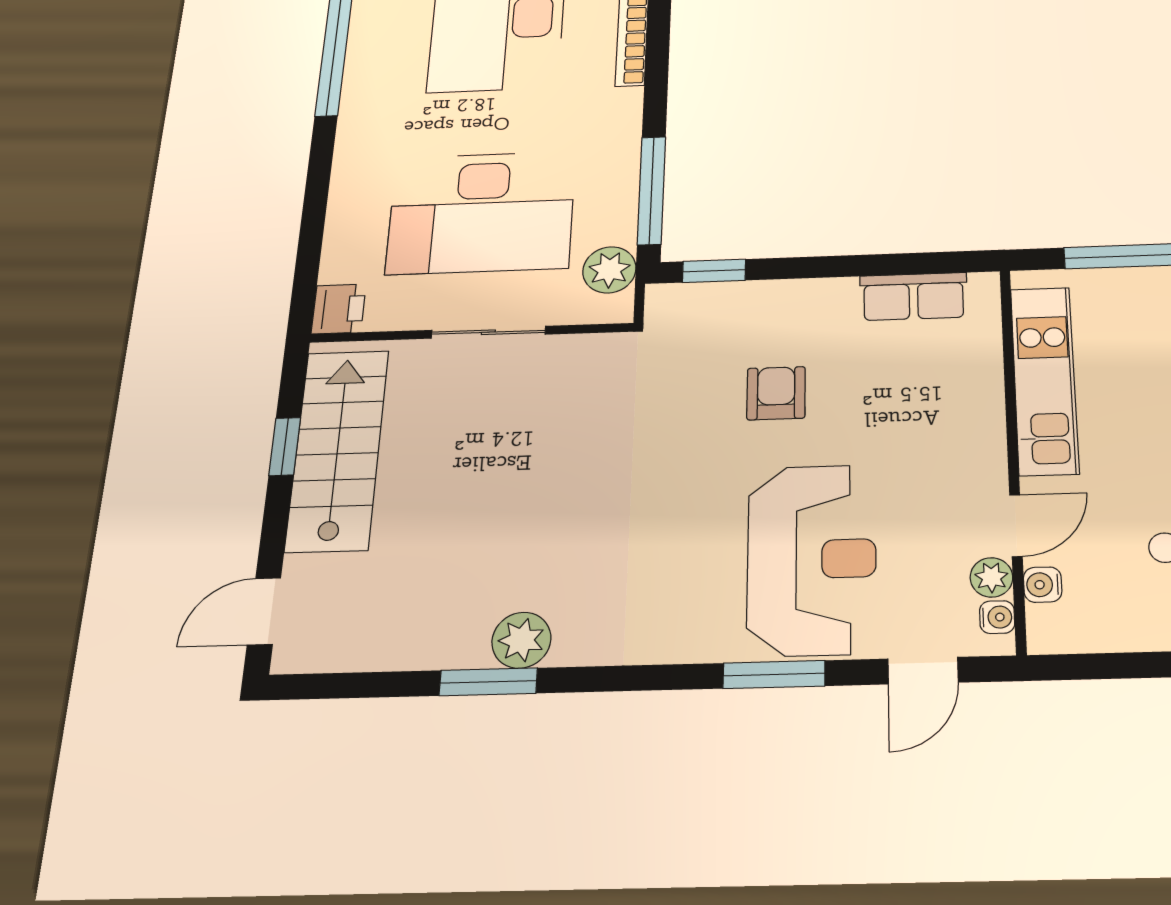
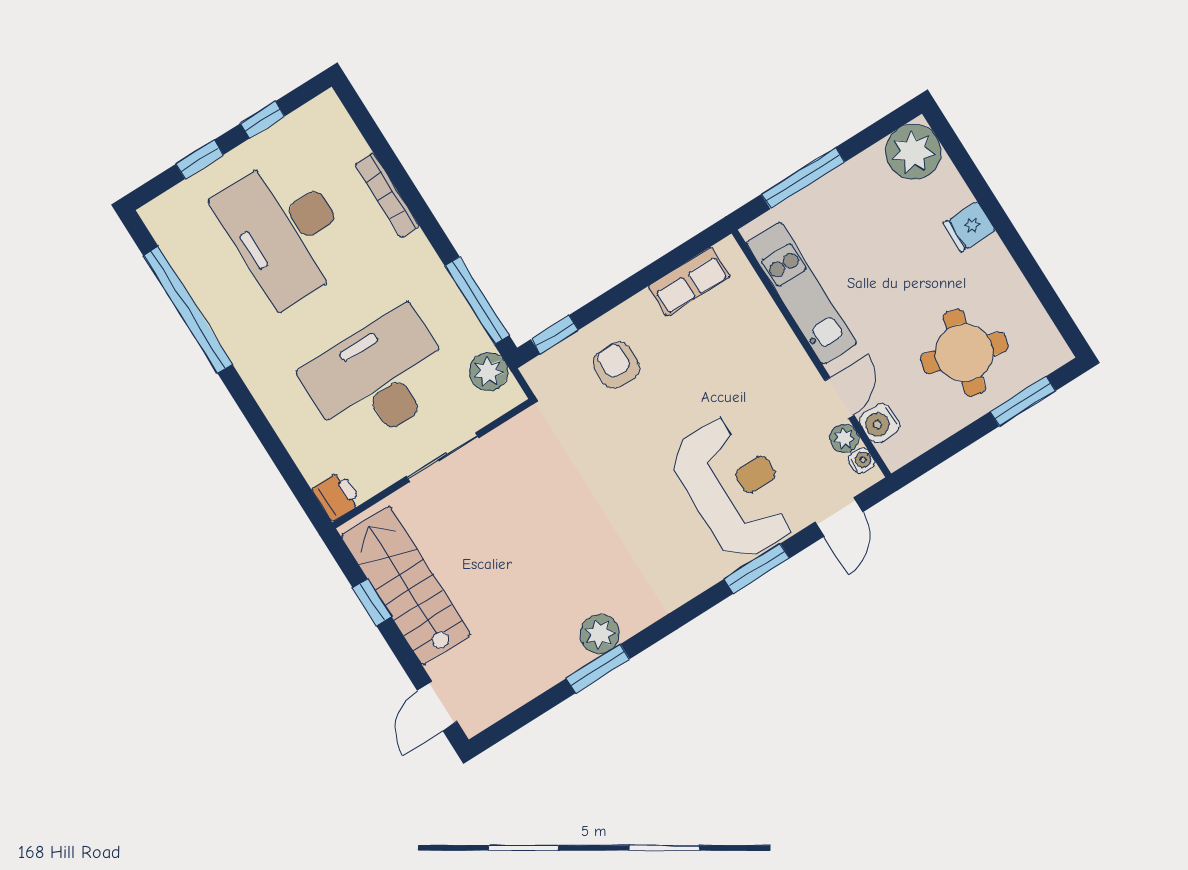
desk: (481, 212) -> (379, 379), turned 180
armchair: (776, 393) -> (616, 365), moved
water cooler: (1043, 585) -> (880, 423), width x1.38, depth x1.38

